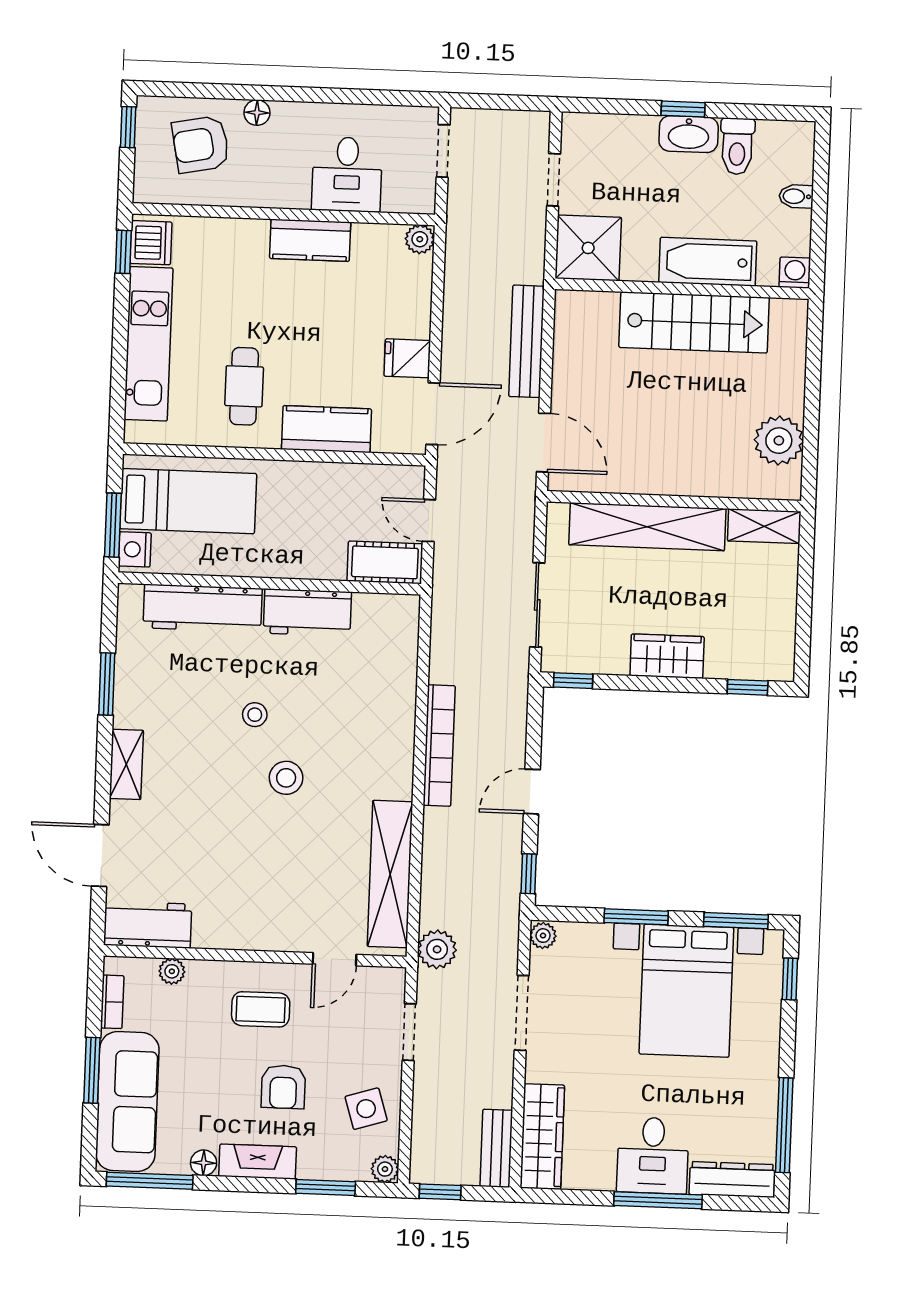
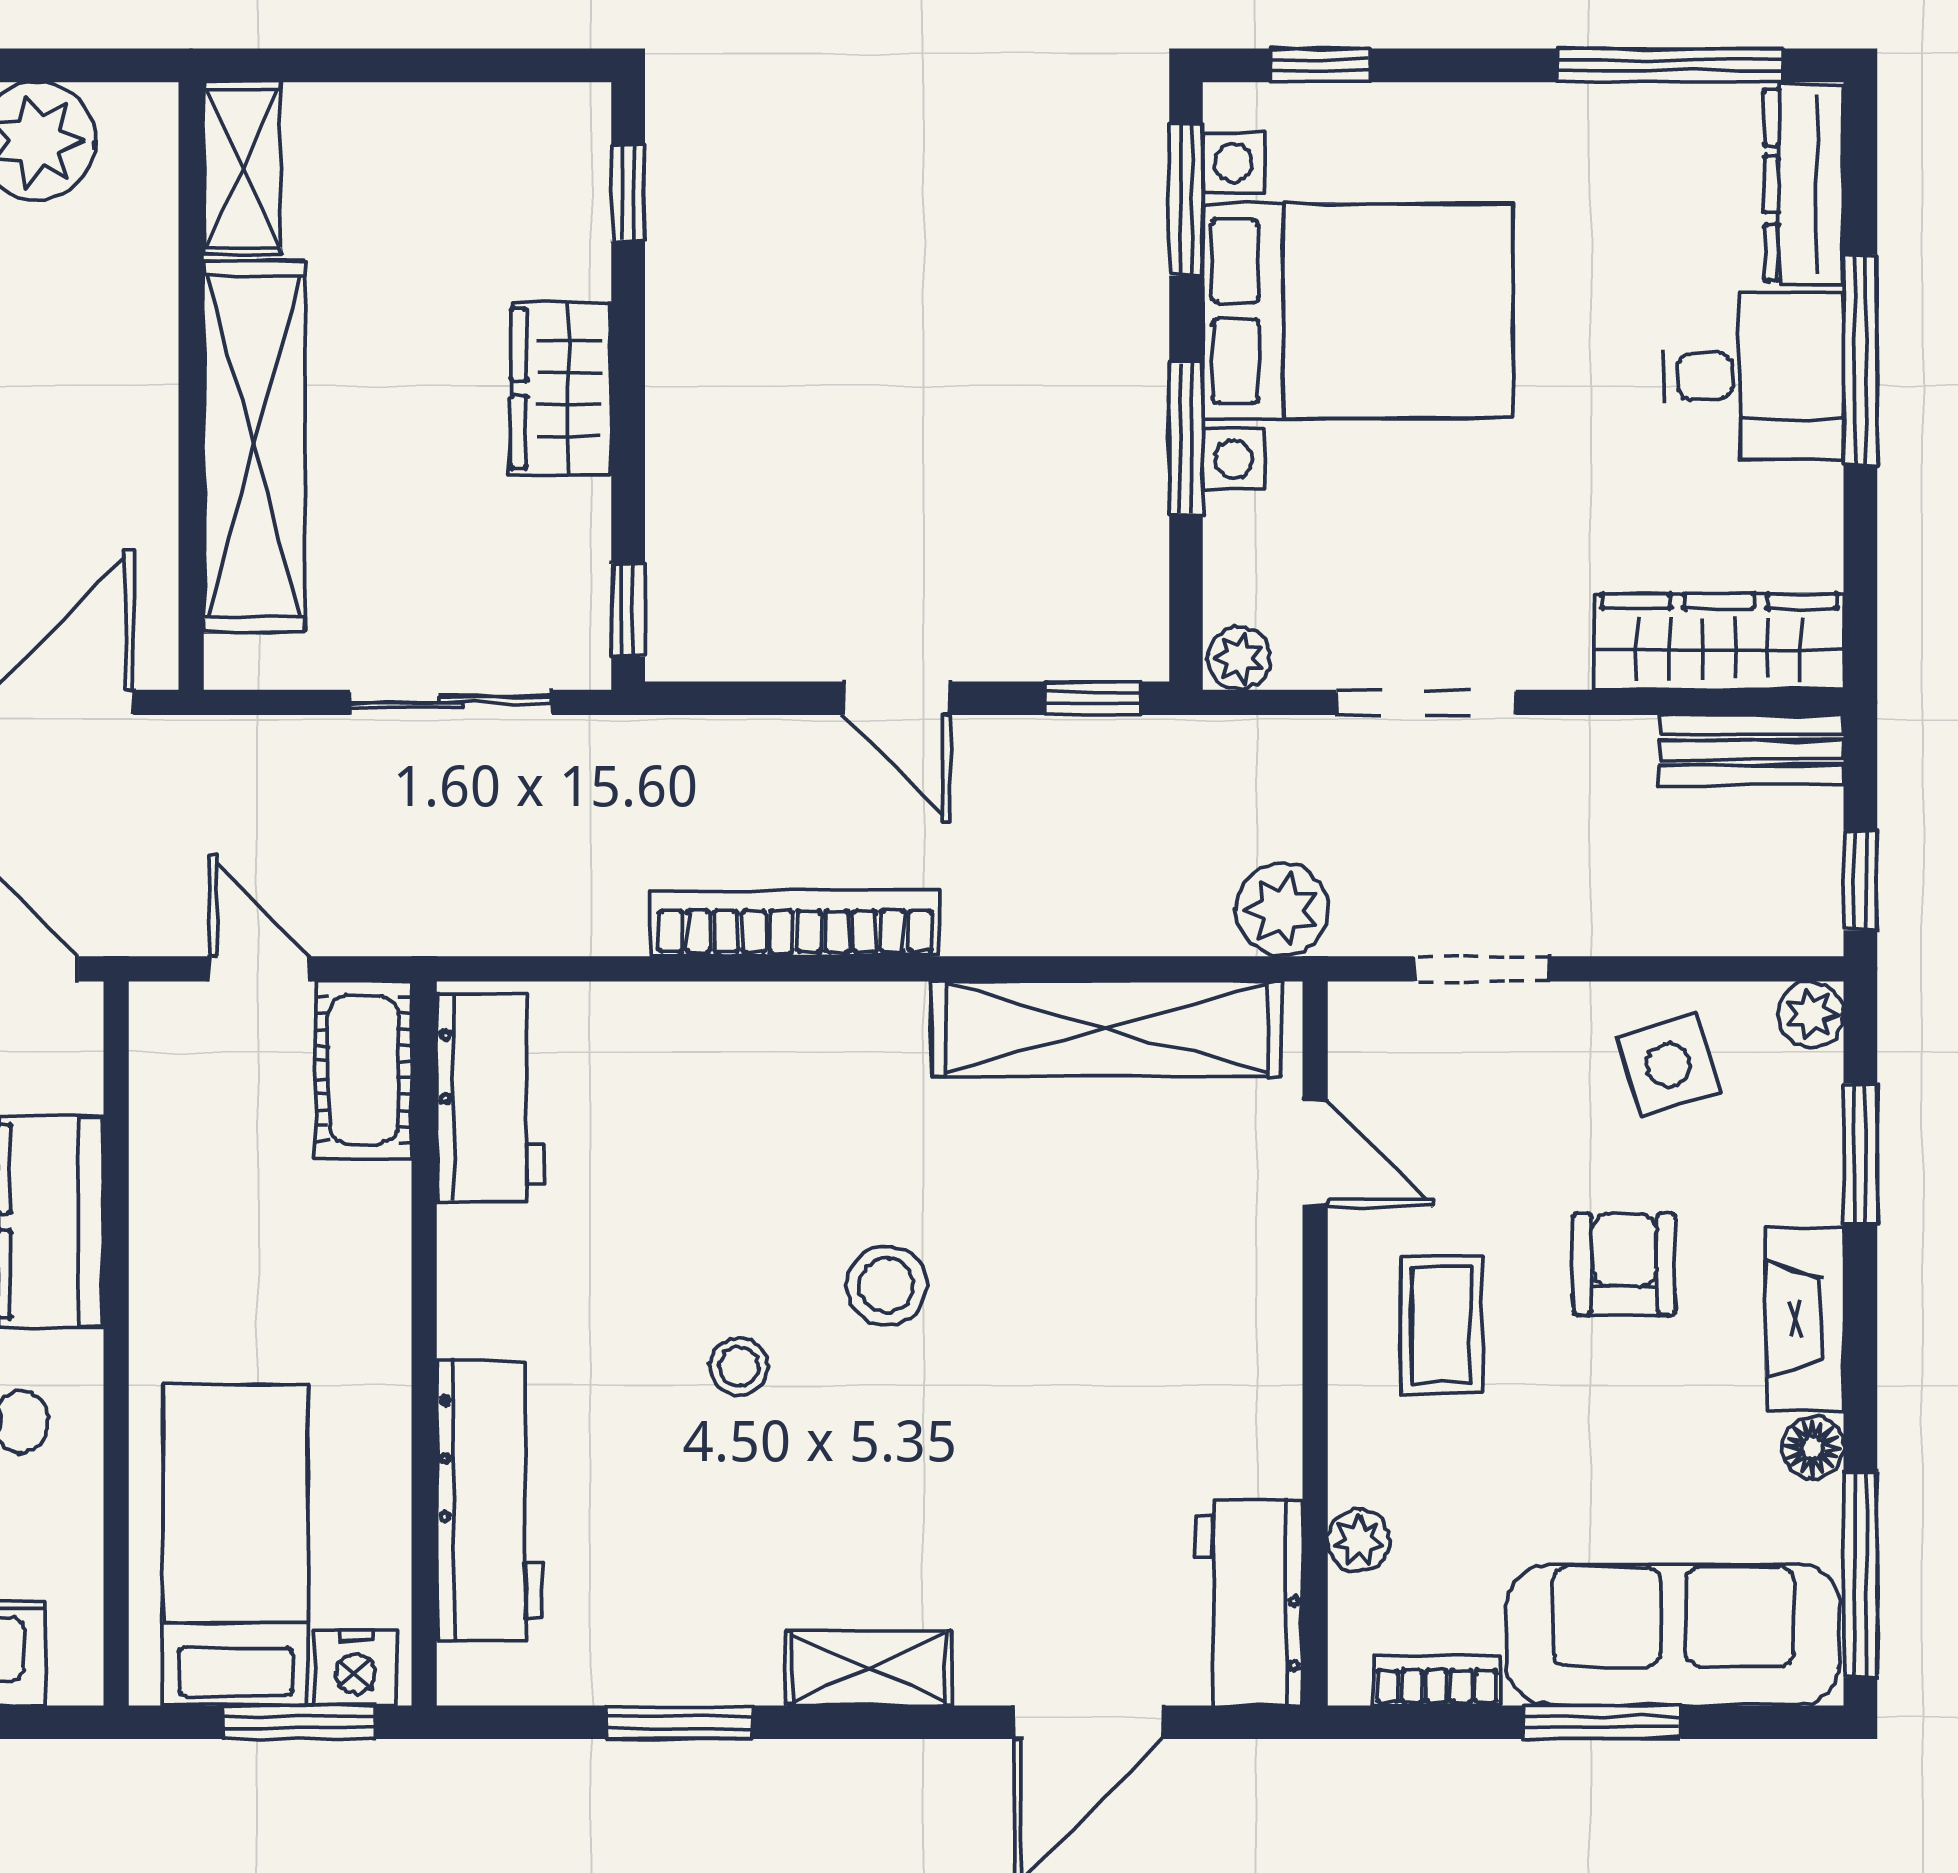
door: (429, 521) -> (259, 969), swing flipped
workbench: (307, 612) -> (490, 1098), moved
armchair: (283, 1087) -> (1624, 1264), turned -90

